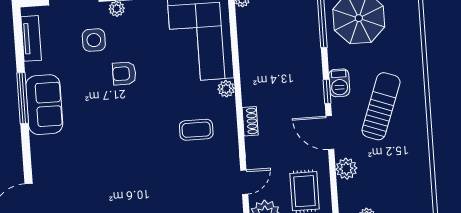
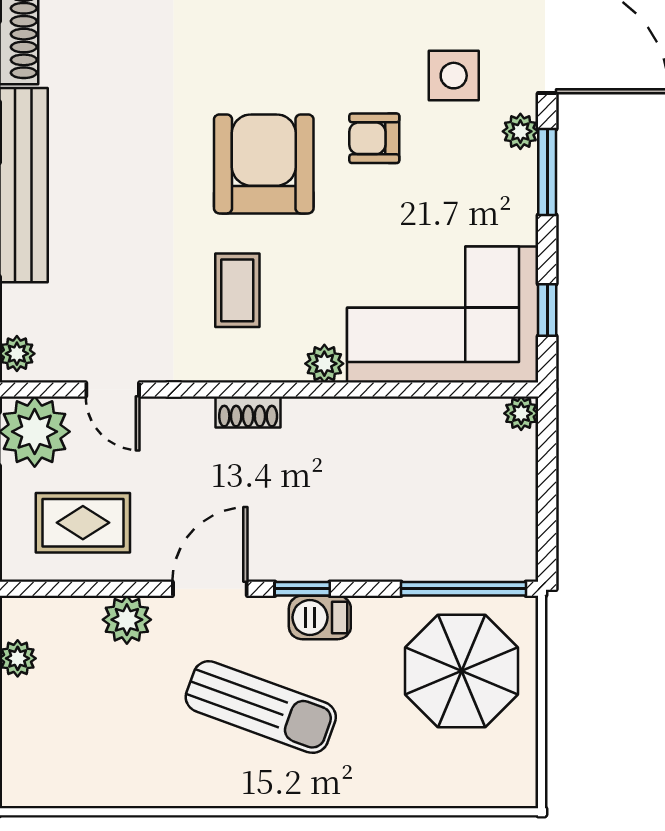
armchair: (124, 73) -> (374, 138), turned -90
armchair: (139, 122) -> (264, 164), added

